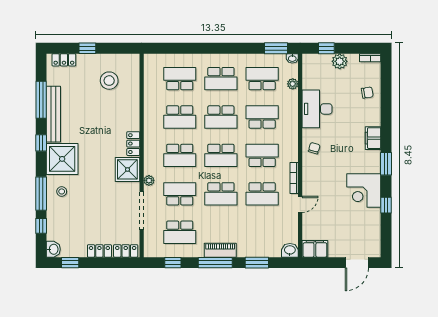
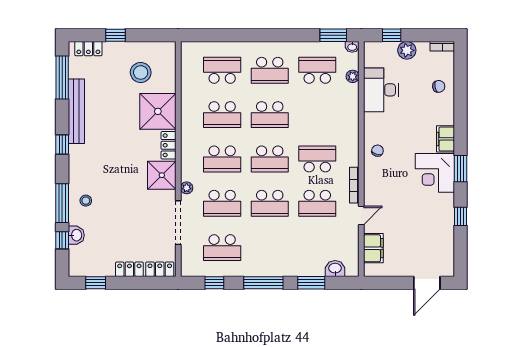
window: (41, 100) -> (62, 77), moved
desk: (317, 109) -> (381, 90), moved
school desk: (262, 117) -> (317, 115), removed
shower: (62, 159) -> (158, 111), moved
corner desk: (364, 190) -> (435, 173), moved
school desk: (180, 194) -> (222, 203), turned 180
washbasin: (53, 249) -> (76, 235), moved
filing cabinet: (315, 249) -> (373, 248), moved, turned 90
piano: (220, 250) -> (269, 268), removed
washbasin: (290, 250) -> (335, 269), moved

